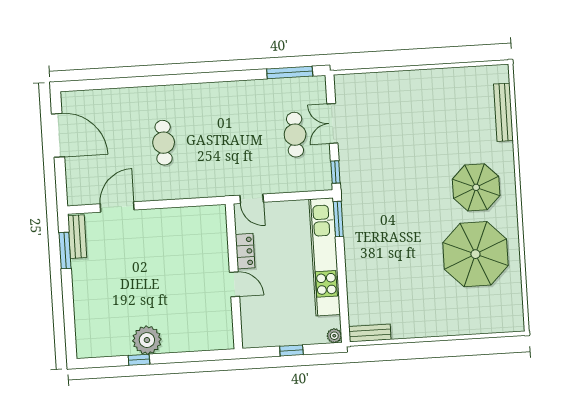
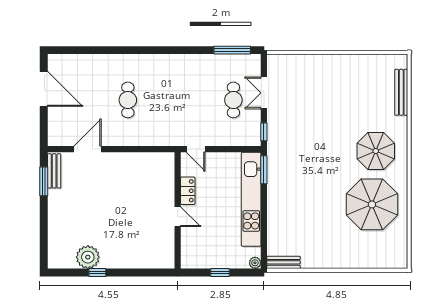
plant: (147, 340) -> (88, 257), moved

